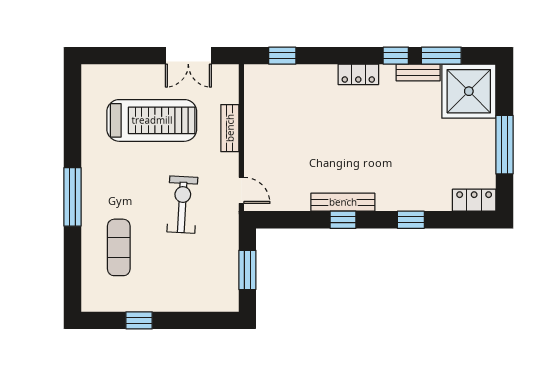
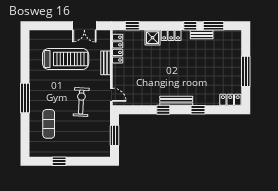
shower: (469, 91) -> (152, 38), moved, width x0.54, depth x0.54
locker: (254, 100) -> (118, 49), added
bench: (343, 202) -> (176, 101), moved

